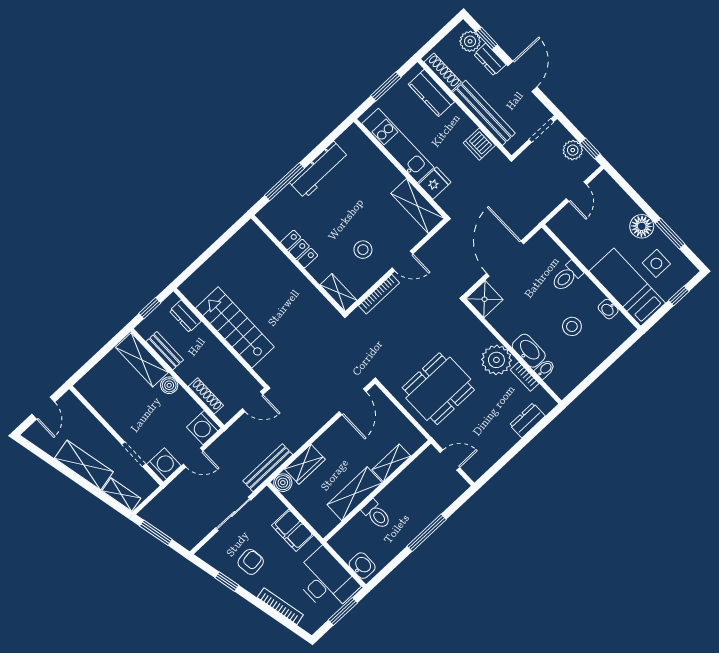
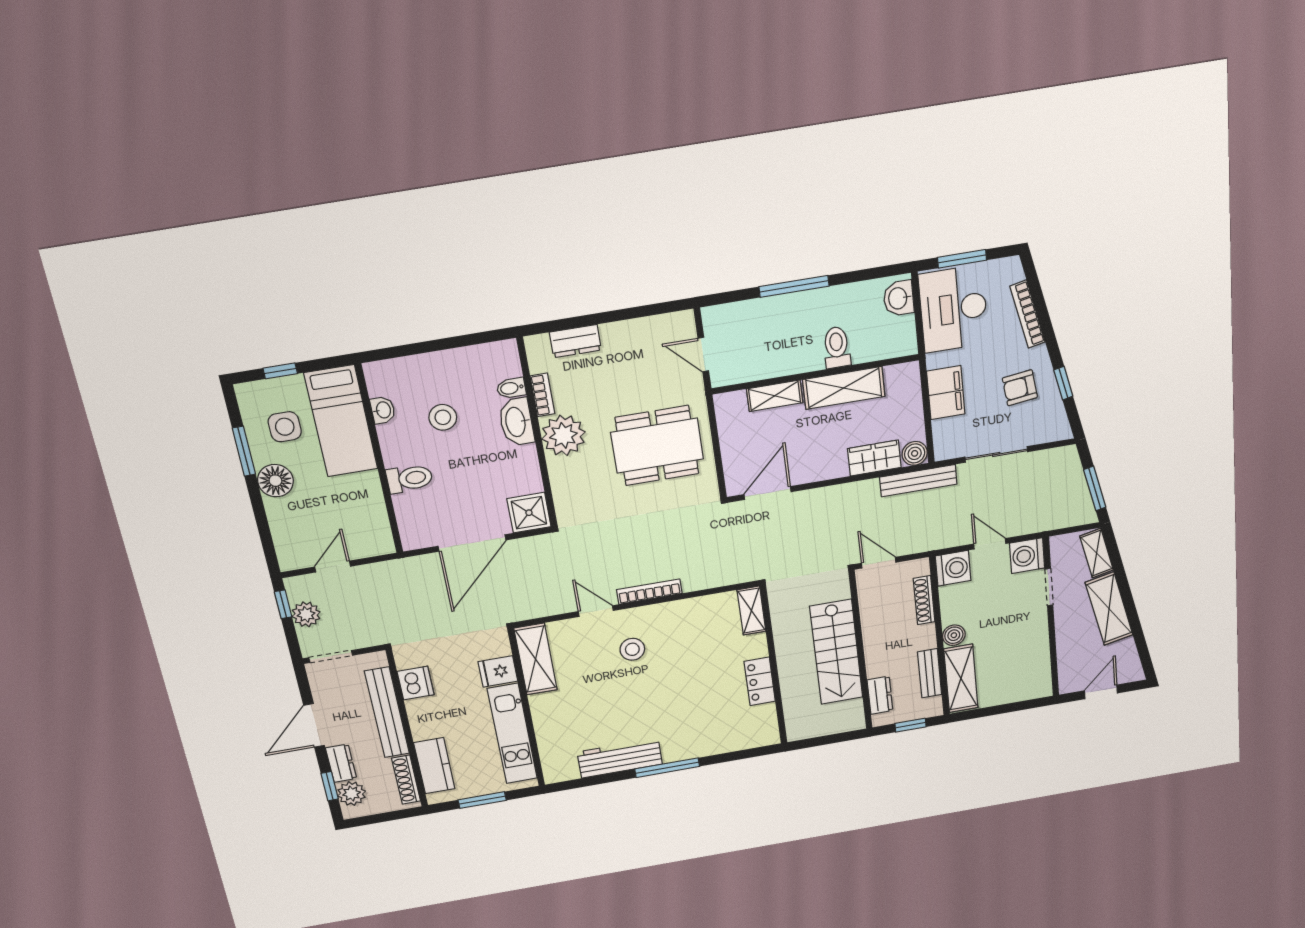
locker: (299, 249) -> (760, 681), moved
wall: (298, 265) -> (774, 666), moved
shelving: (338, 293) -> (751, 611), moved

